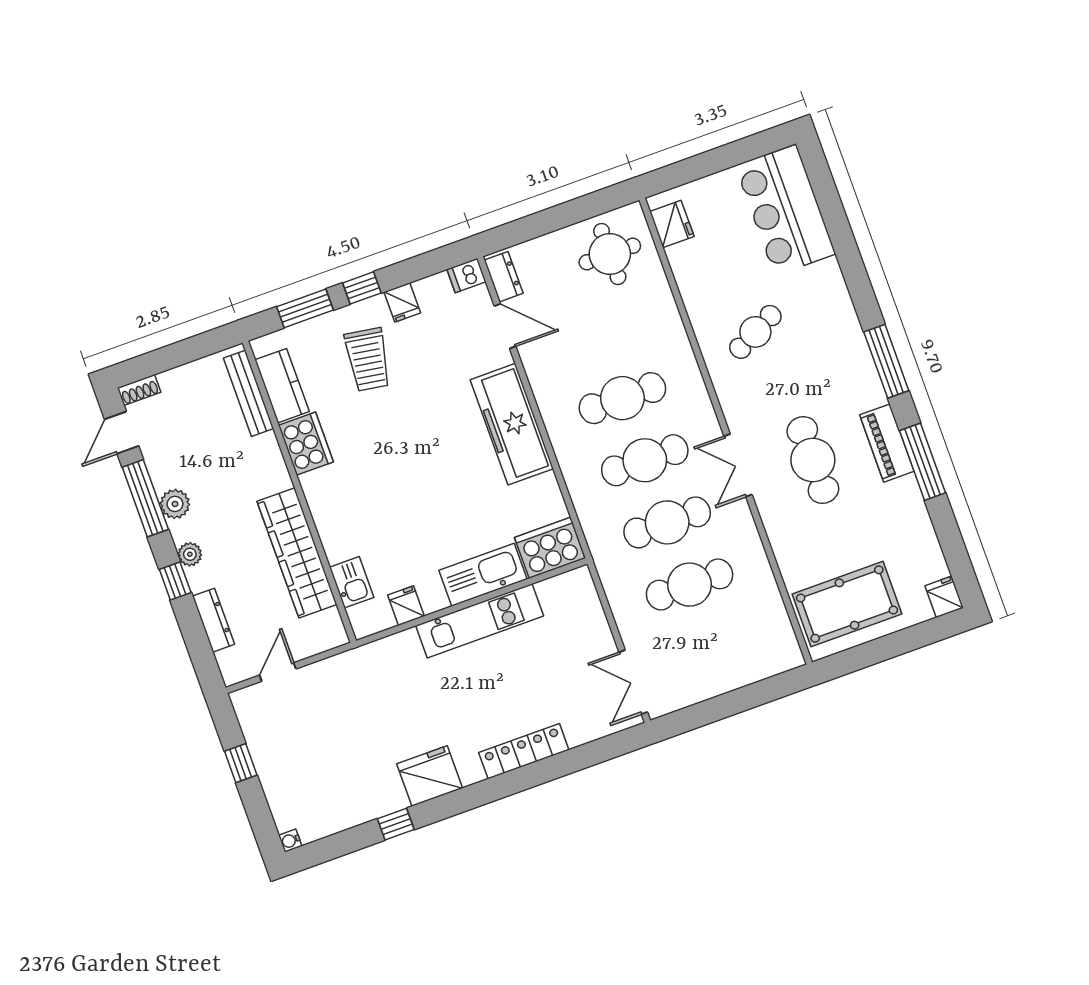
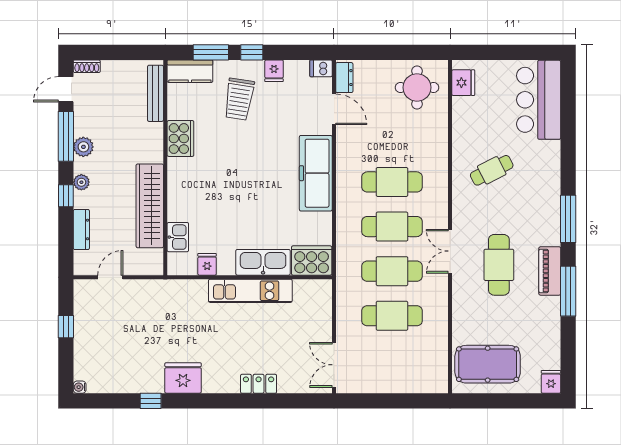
kitchen counter: (282, 386) -> (190, 71), moved, turned 90
locker: (524, 751) -> (259, 384), width x0.66

